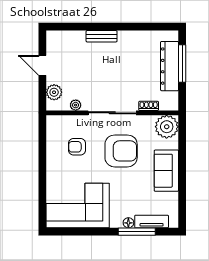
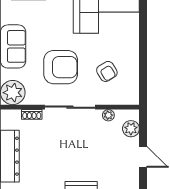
armchair: (77, 147) -> (107, 71), turned 59
armchair: (121, 151) -> (61, 67), turned 180

